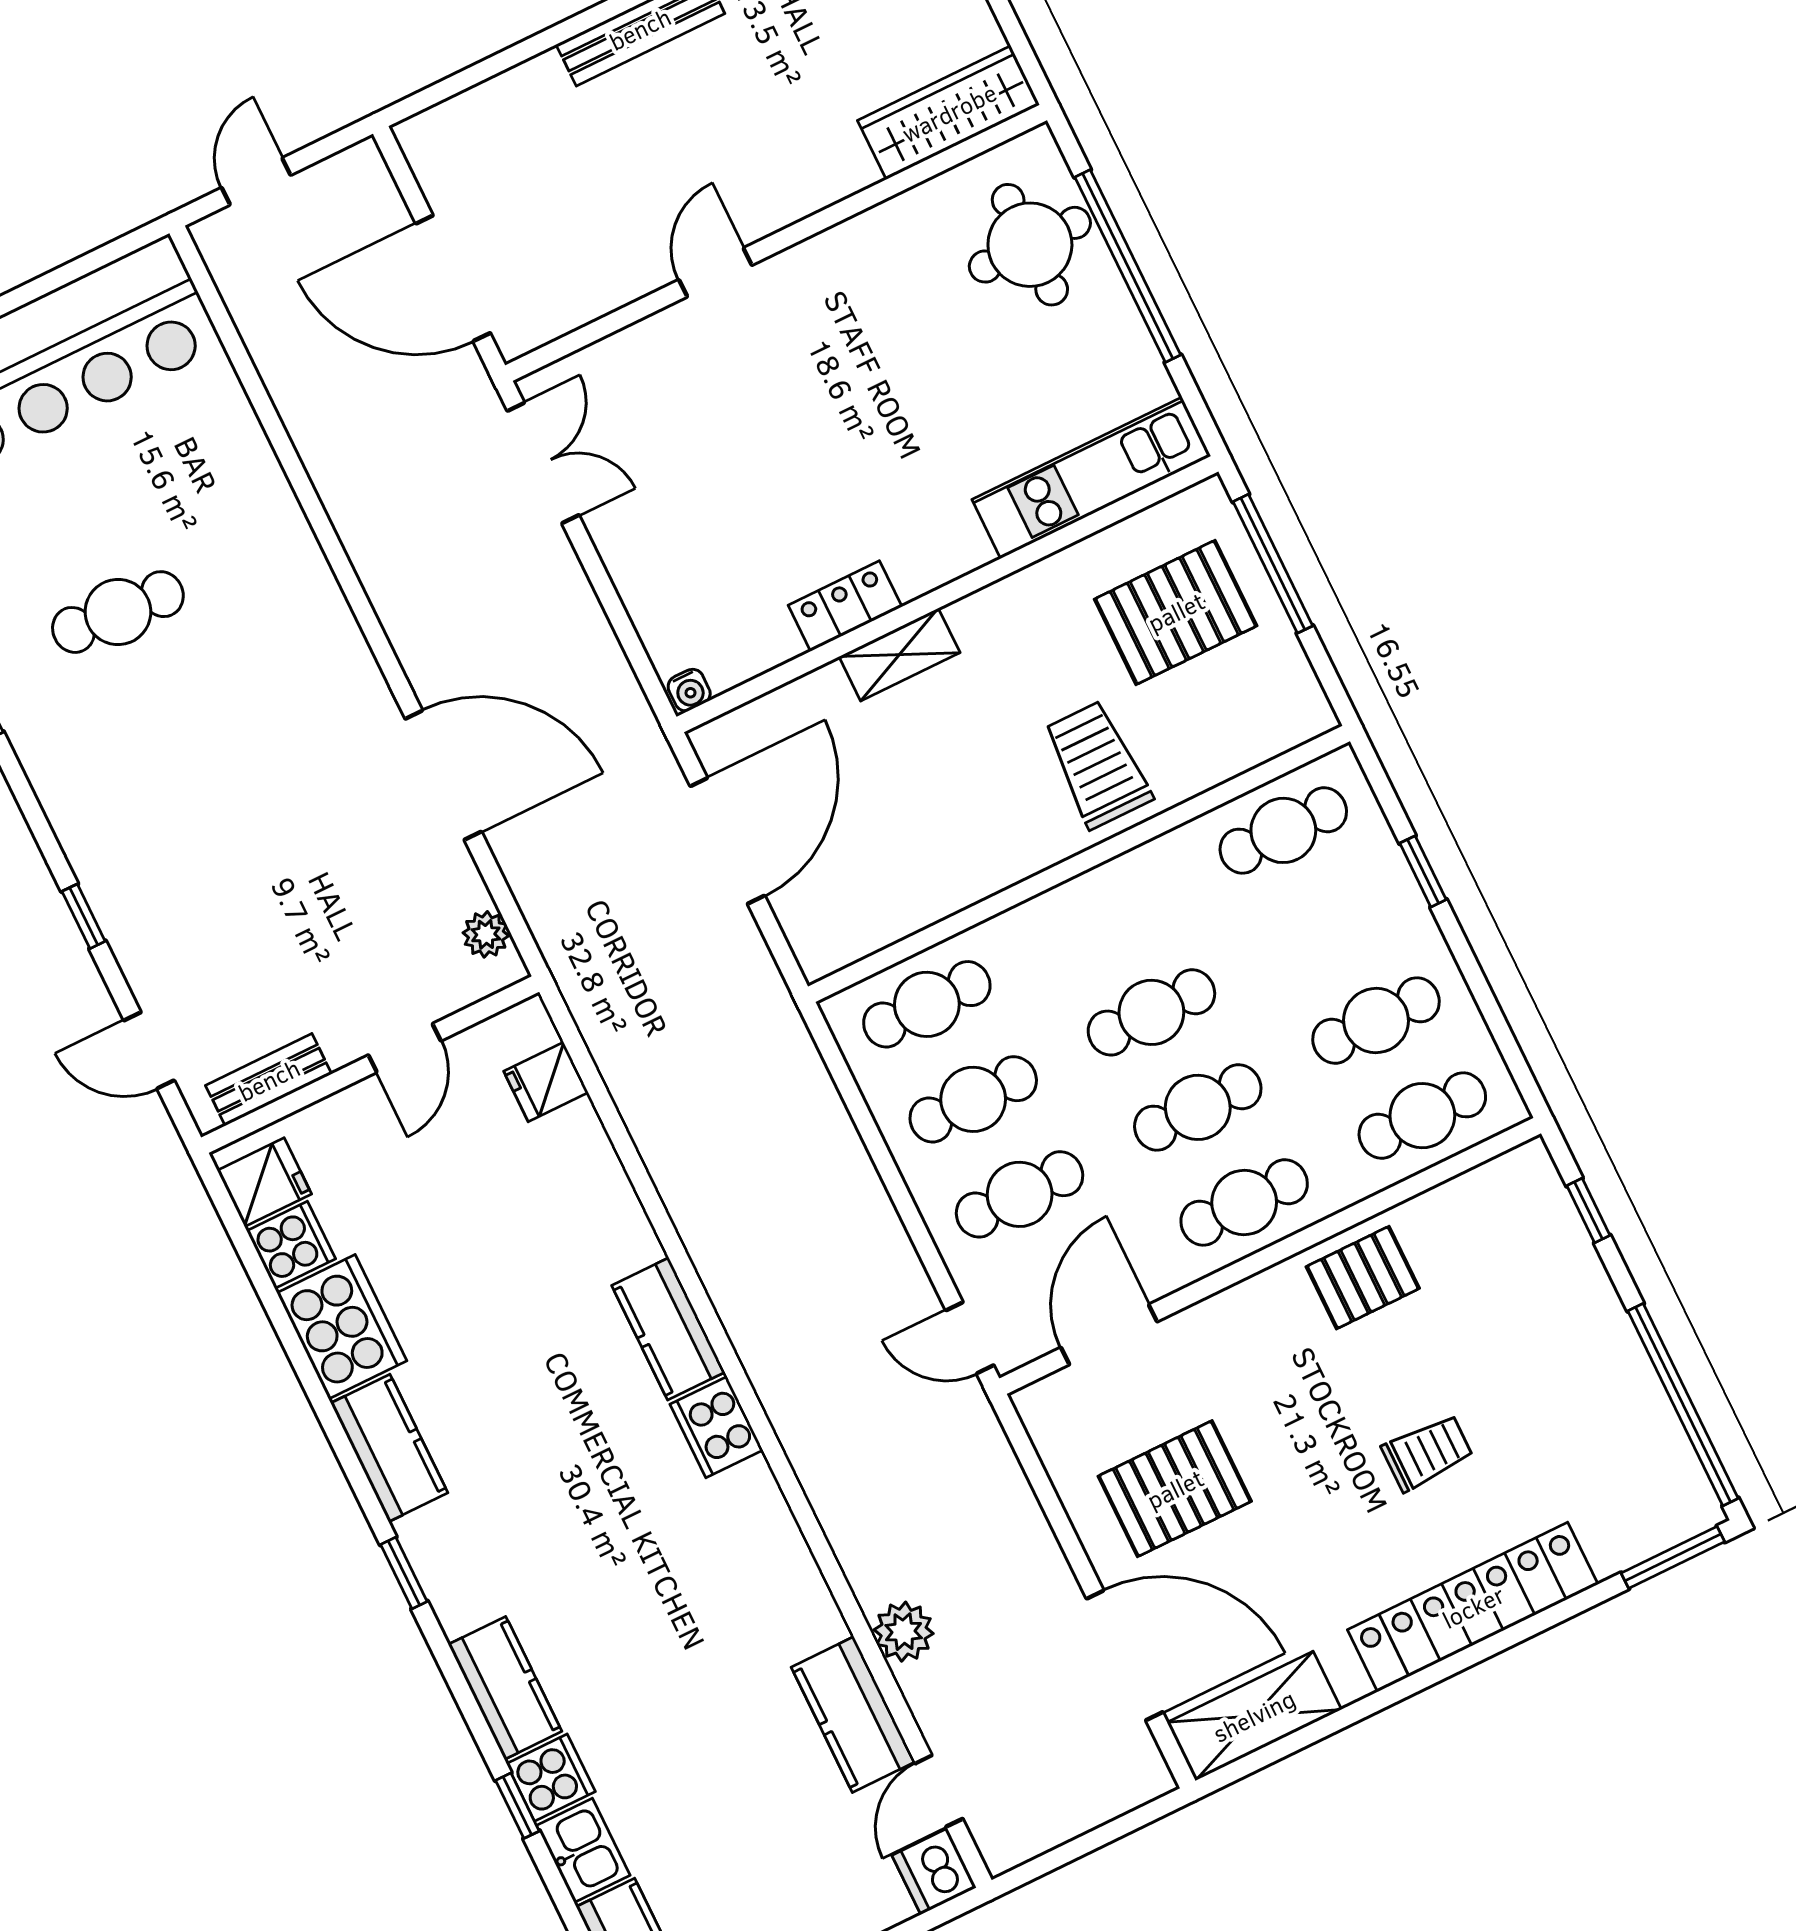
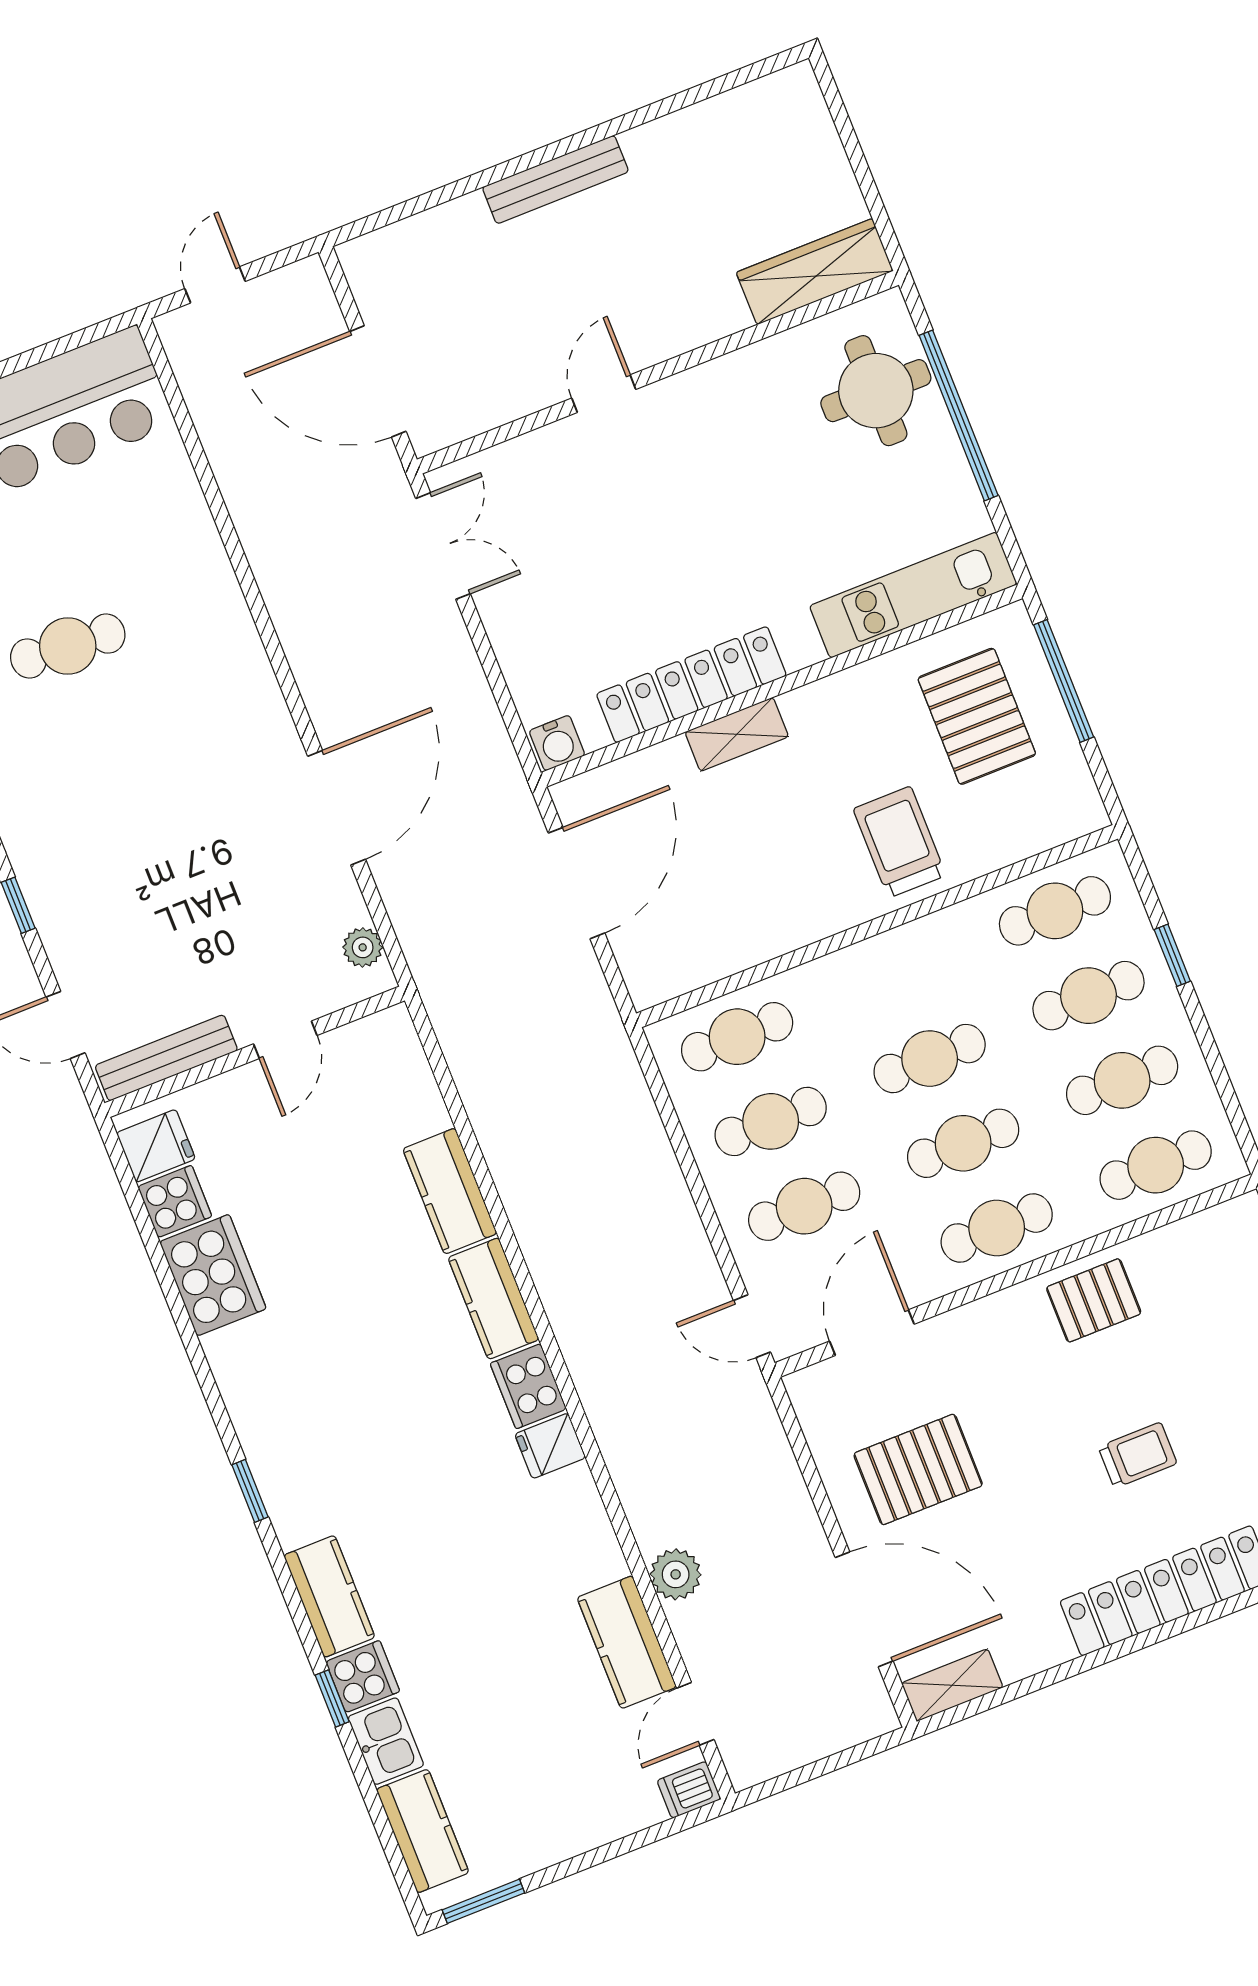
locker: (845, 606) -> (691, 685), width x2.16, depth x1.21
pallet: (1176, 612) -> (977, 716), turned 90
water cooler: (689, 690) -> (557, 743), width x1.38, depth x1.38
door: (443, 775) -> (337, 808), hinge flipped
cafe table: (1330, 925) -> (1089, 996), added
bench: (269, 1080) -> (166, 1058), width x1.36
fridge: (546, 1082) -> (550, 1446), moved
kitchen counter: (389, 1448) -> (450, 1191), moved, turned 180
shelving: (1254, 1716) -> (952, 1685), width x0.67, depth x0.75
dishwasher: (934, 1871) -> (689, 1790), width x0.73

